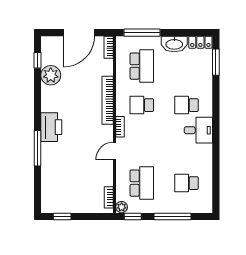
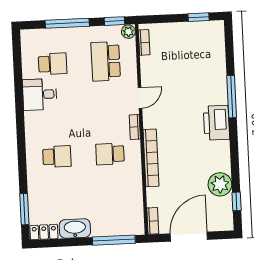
school desk: (142, 66) -> (112, 200), removed
school desk: (142, 105) -> (110, 154), turned 180
desk: (198, 130) -> (40, 94), moved

